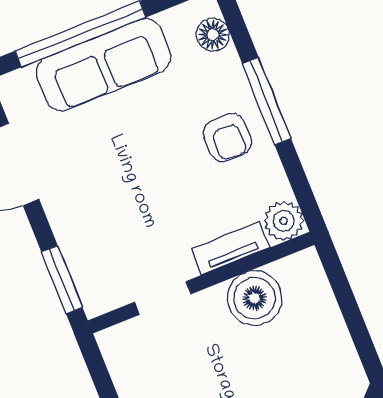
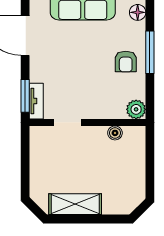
tv unit: (231, 248) -> (36, 101), moved, turned 90
boiler: (255, 298) -> (115, 133), width x0.54, depth x0.54

